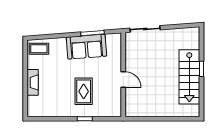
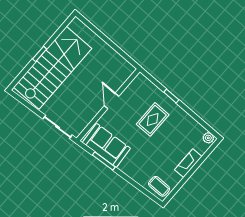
sofa: (86, 47) -> (106, 145), moved
stairs: (189, 77) -> (53, 68), width x1.36, depth x1.51
plant: (34, 112) -> (208, 138), added

